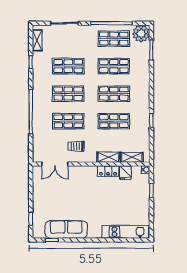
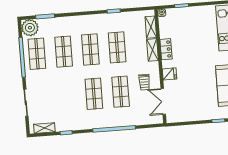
shop shelf: (68, 66) -> (67, 96), removed
double door: (55, 164) -> (163, 101), swing flipped
fridge: (125, 173) -> (170, 74), moved

